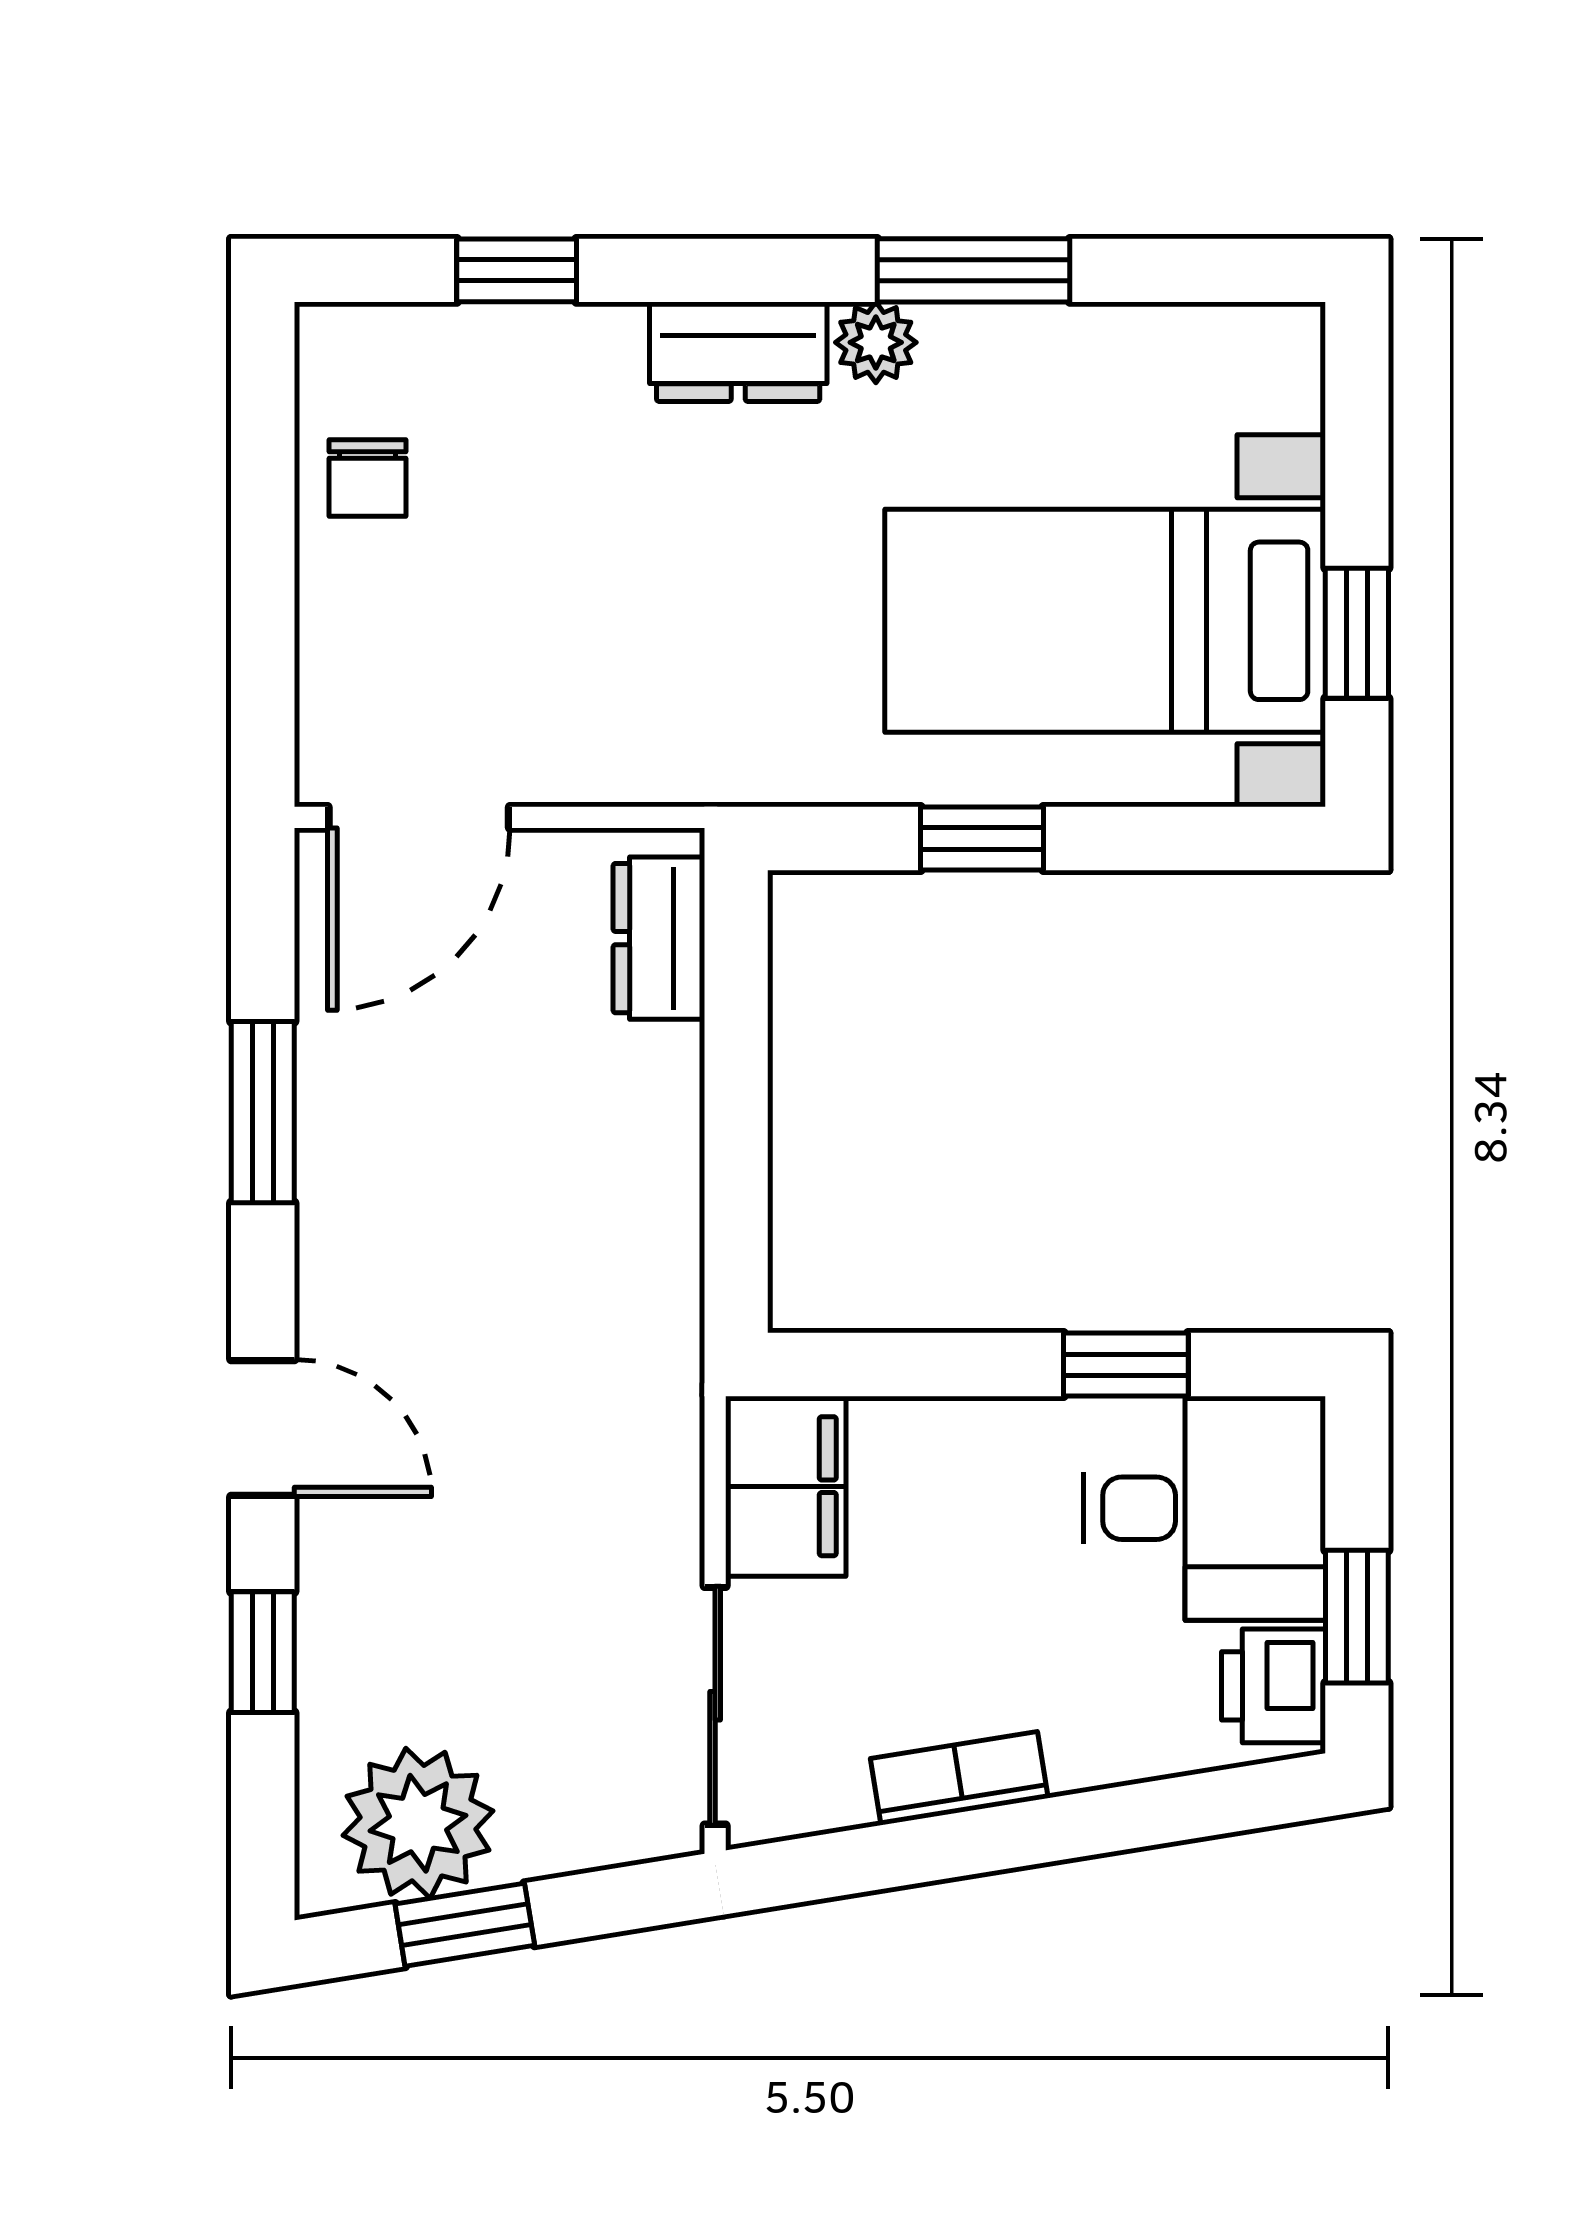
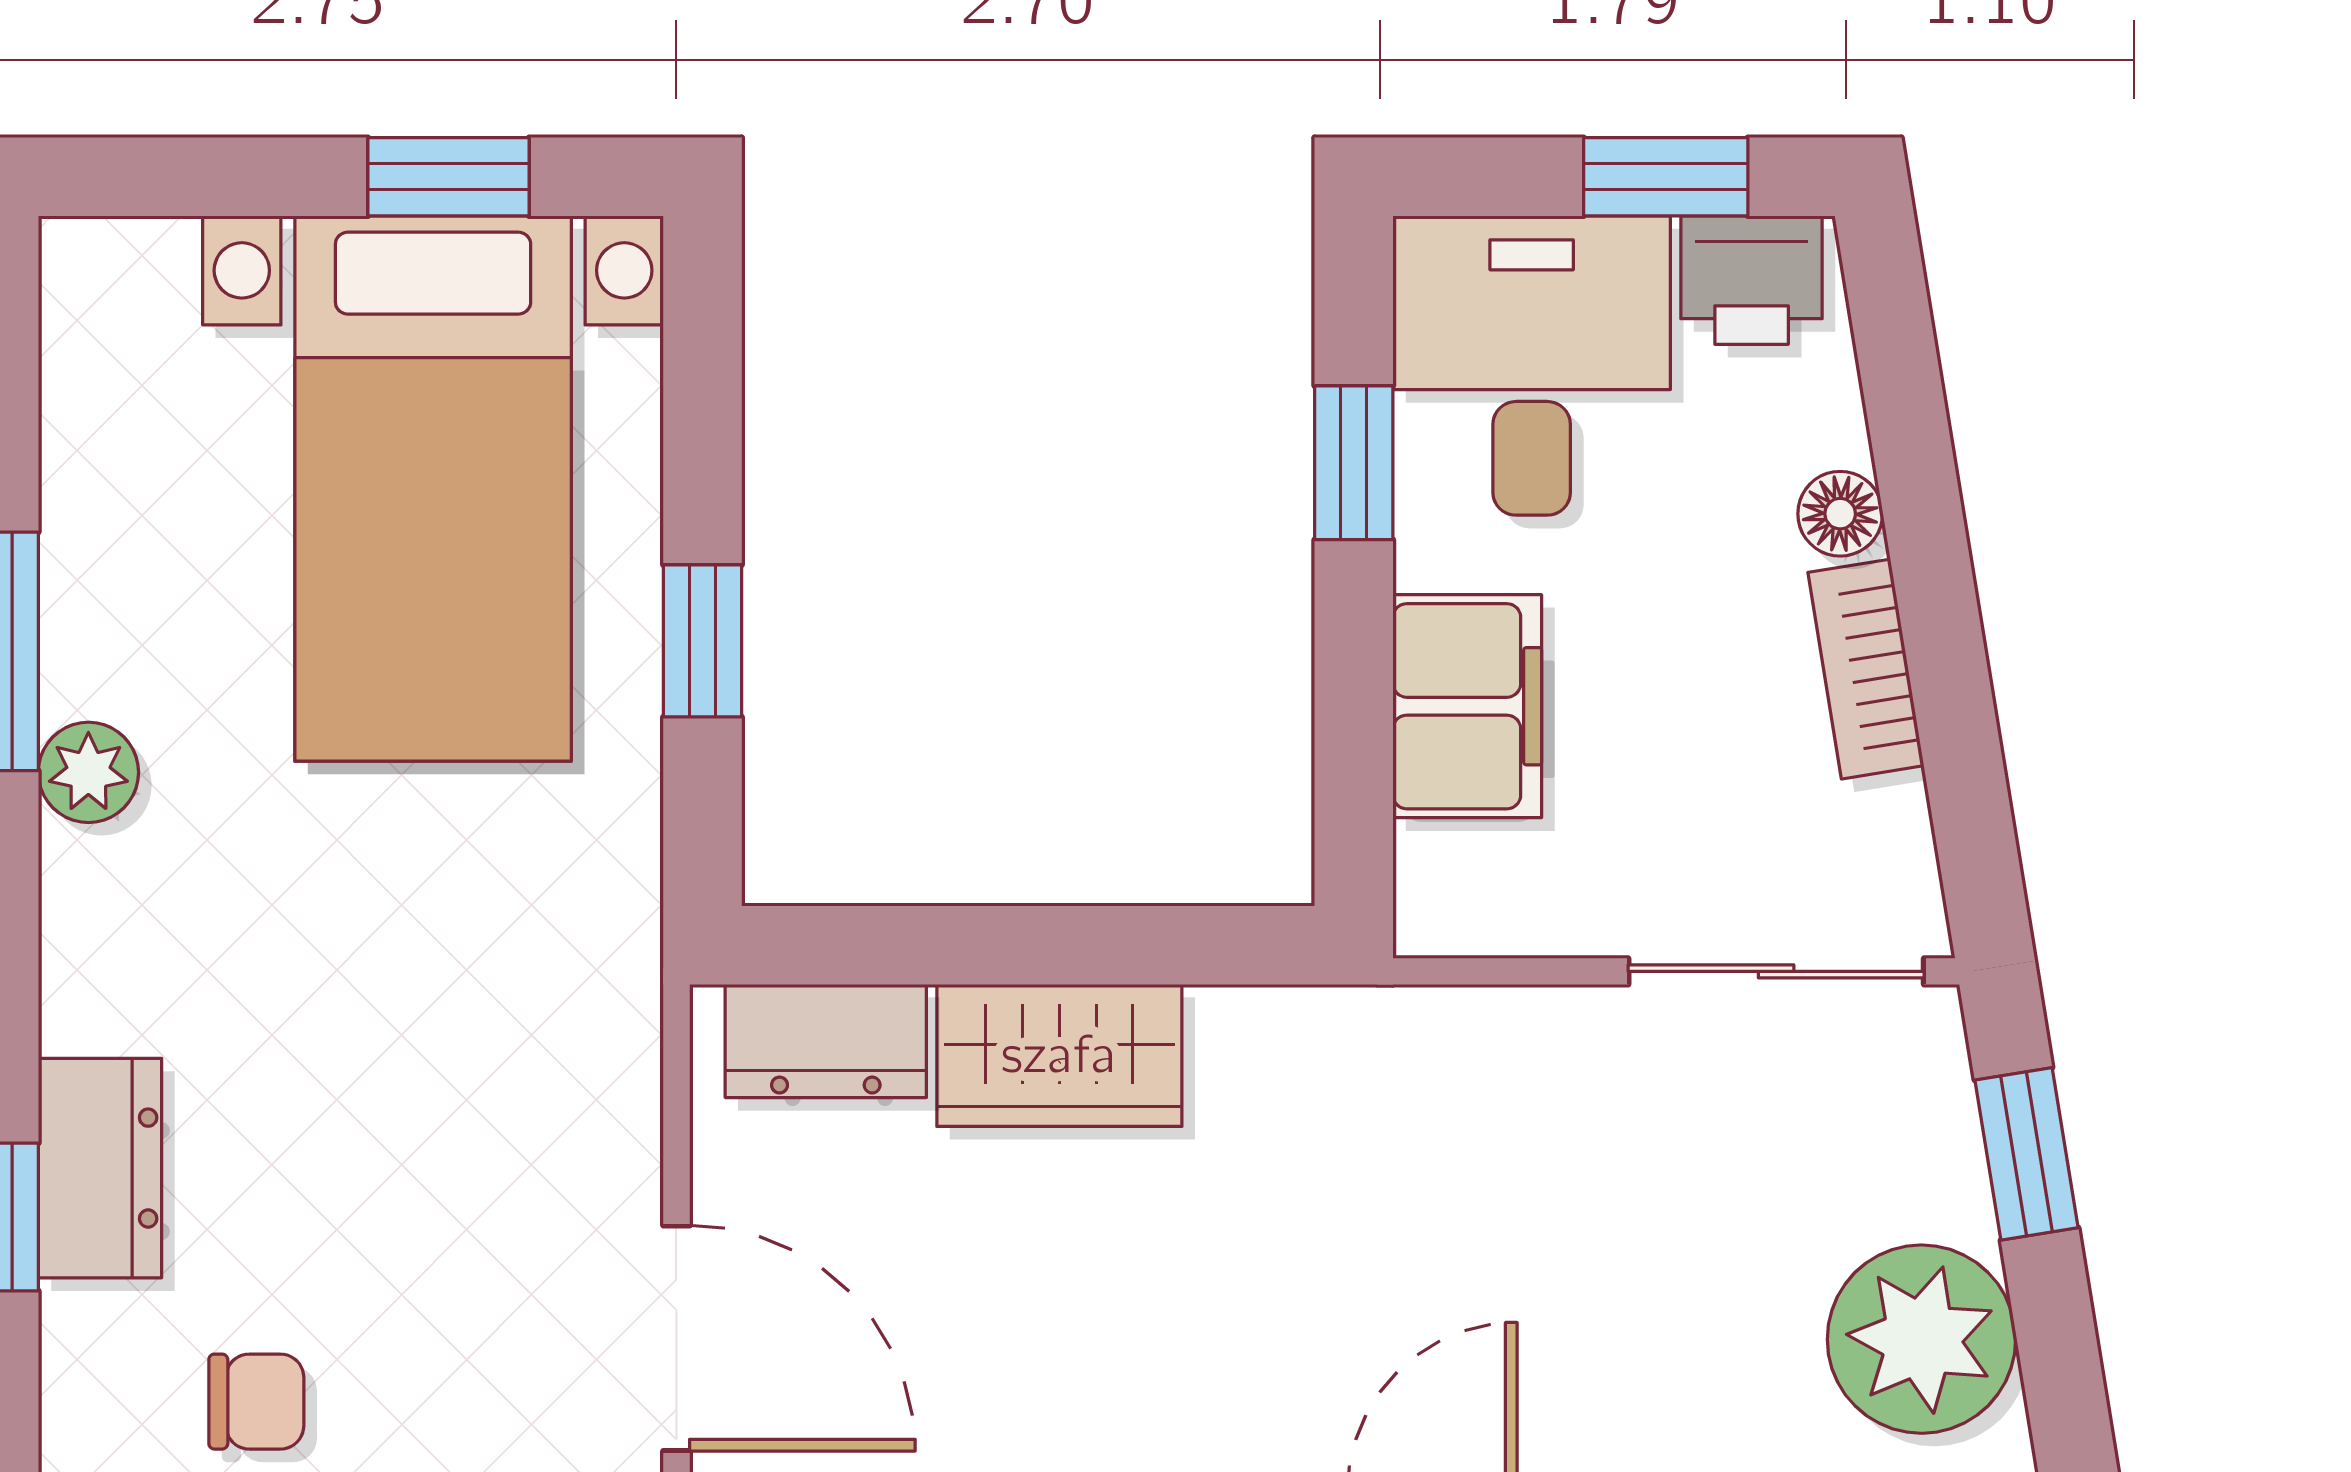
dresser: (738, 352) -> (100, 1168), moved
wardrobe: (647, 1127) -> (1059, 1055), added
filing cabinet: (786, 1486) -> (1467, 706), moved, turned 90
floor lamp: (1085, 1757) -> (1840, 514), added
window: (465, 1925) -> (2027, 1154), moved

